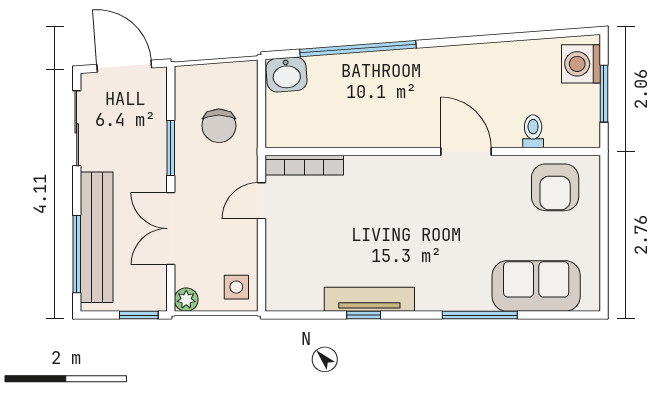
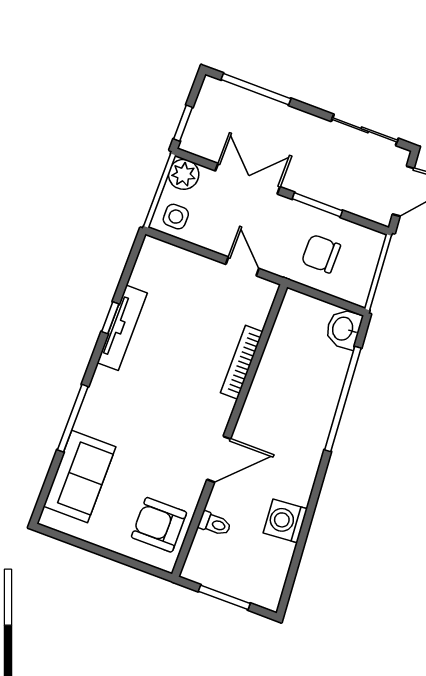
washing machine: (581, 64) -> (285, 521), moved, turned -94
bookcase: (304, 165) -> (242, 362), moved
bench: (97, 237) -> (264, 112), removed
plant: (186, 300) -> (184, 174), width x1.38, depth x1.38

